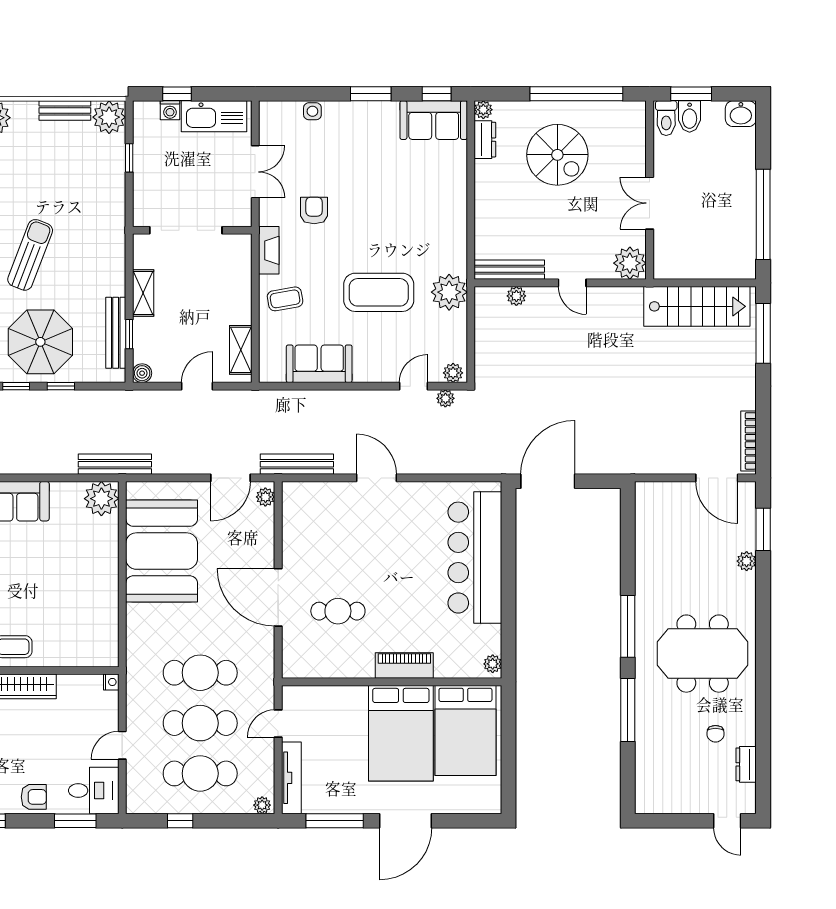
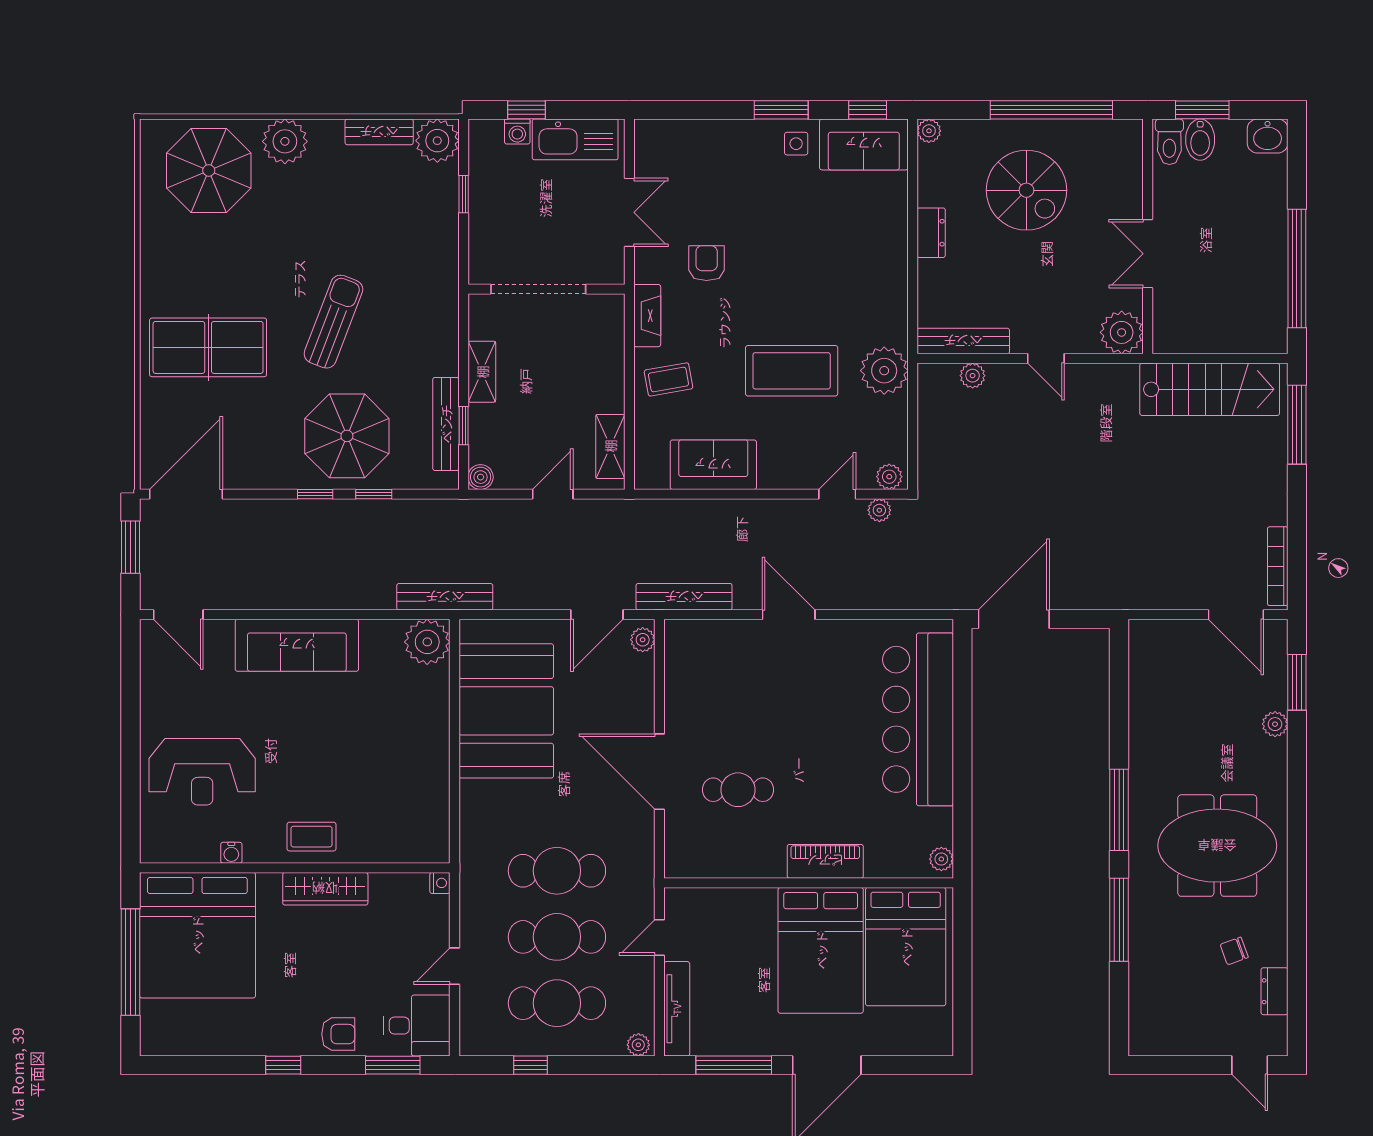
side table: (312, 111) -> (796, 144), moved
dresser: (485, 140) -> (931, 233), moved
chair: (715, 734) -> (1234, 951), turned 70

